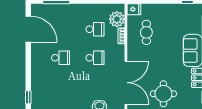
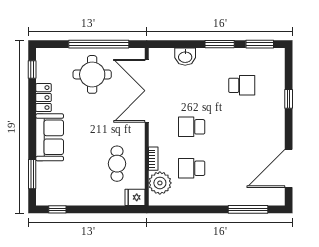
door: (28, 29) -> (289, 168), hinge flipped
school desk: (61, 58) -> (242, 85), moved, turned 180
window: (28, 97) -> (289, 99), moved

